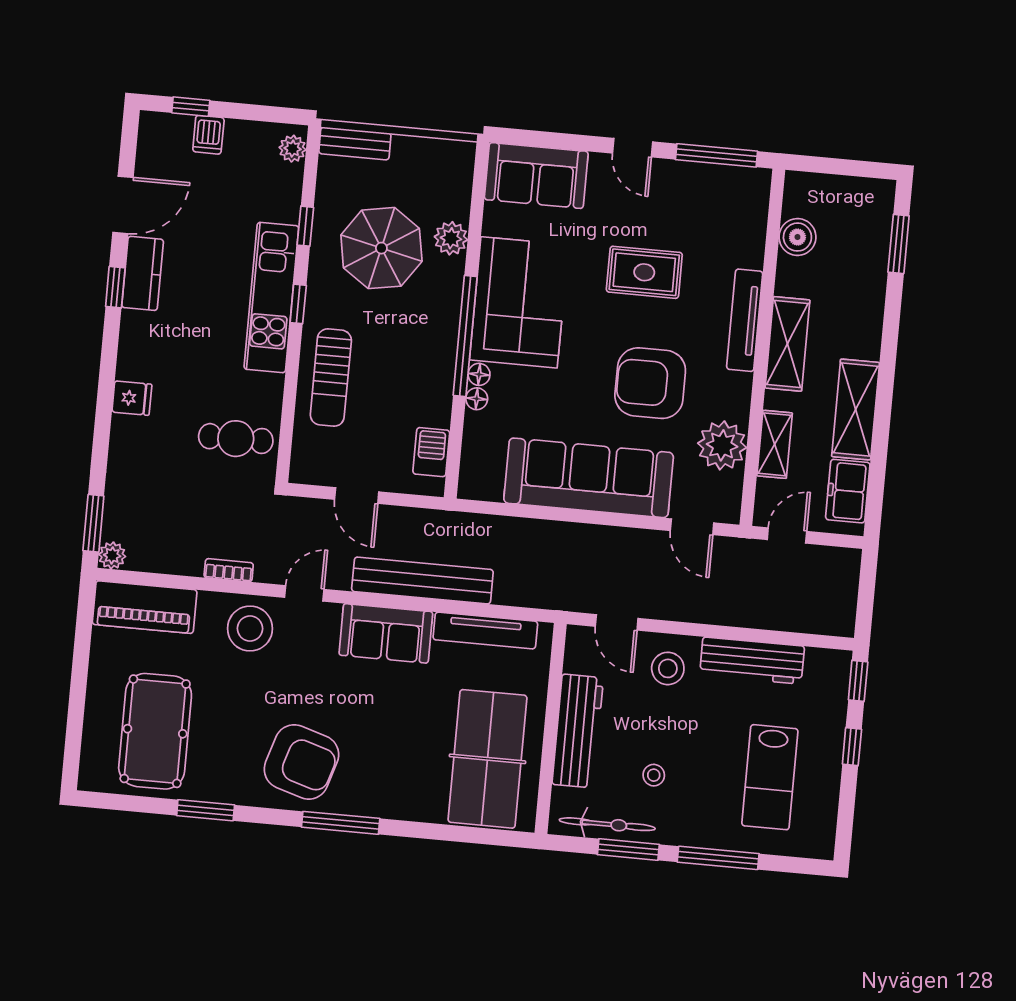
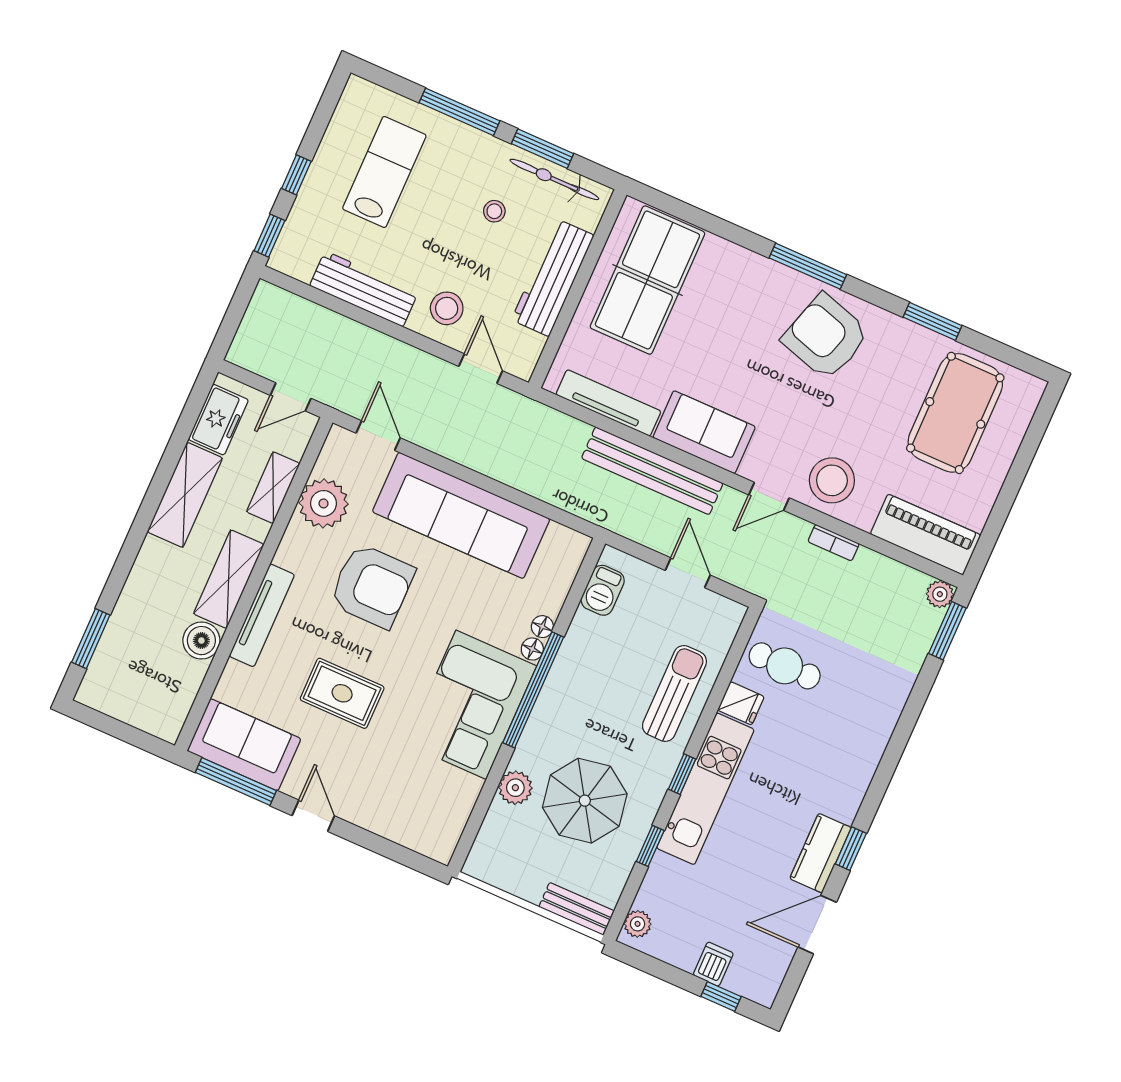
sofa: (536, 175) -> (244, 745), moved
boiler: (797, 237) -> (201, 641), moved
fridge: (132, 398) -> (741, 703), moved, turned 180

